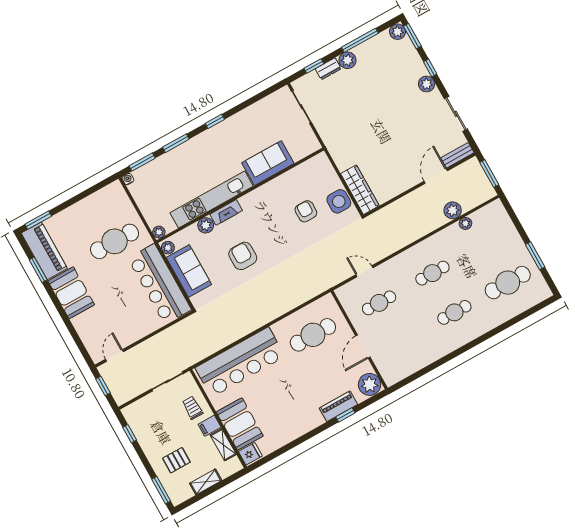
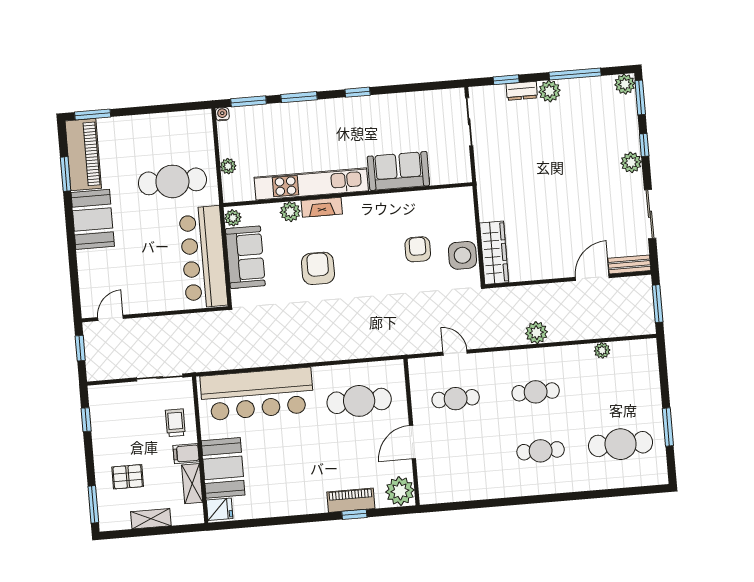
plant: (453, 210) -> (536, 333), moved
plant: (159, 232) -> (228, 166), moved

